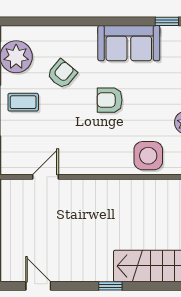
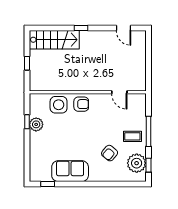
armchair: (110, 100) -> (81, 104), moved
door: (45, 177) -> (119, 92), hinge flipped

